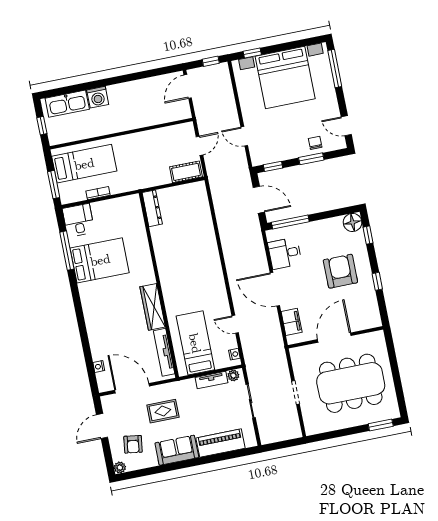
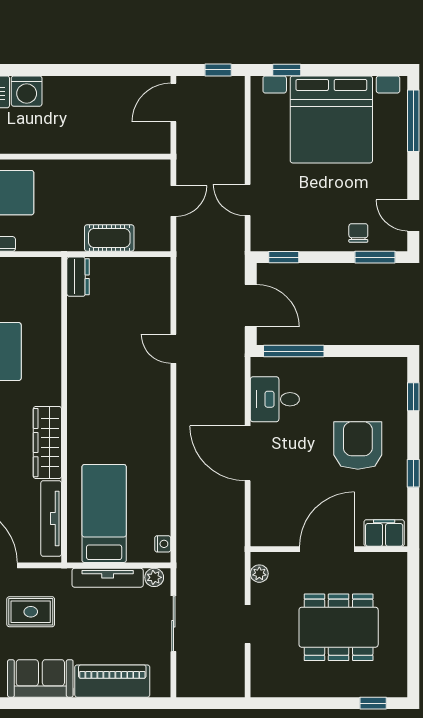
window: (311, 159) -> (375, 257), moved
cot: (186, 172) -> (109, 238), moved
dresser: (152, 208) -> (78, 277), width x0.70
floor lamp: (353, 222) -> (393, 372), removed
filing cabinet: (292, 322) -> (384, 533), moved, turned -90
door: (235, 324) -> (173, 349), moved
plant: (296, 360) -> (259, 574), added
tv unit: (212, 380) -> (108, 578), width x1.41
dining table: (351, 383) -> (339, 627), width x0.73, depth x0.80
window: (381, 425) -> (373, 703), width x0.67

